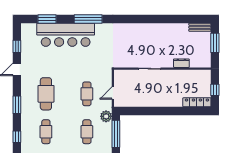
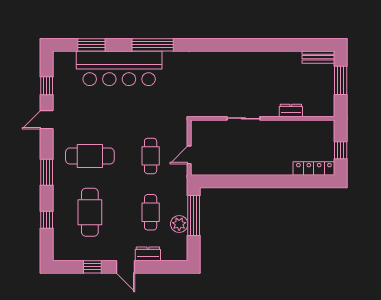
cafe table: (46, 94) -> (90, 156), turned 90
plant: (106, 116) -> (179, 224), moved
cafe table: (46, 132) -> (90, 212), width x1.37, depth x1.35

